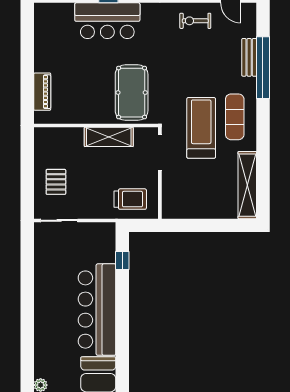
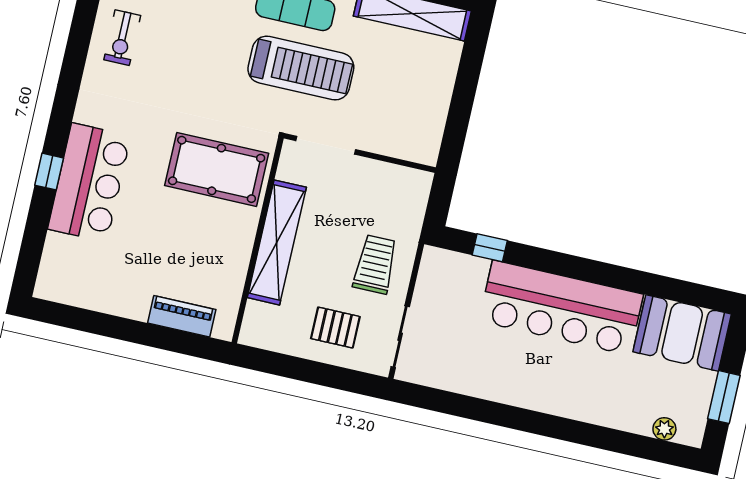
treadmill: (201, 128) -> (301, 68), turned 180
shelving: (109, 137) -> (277, 242), width x1.47
trolley: (130, 199) -> (375, 264), moved

